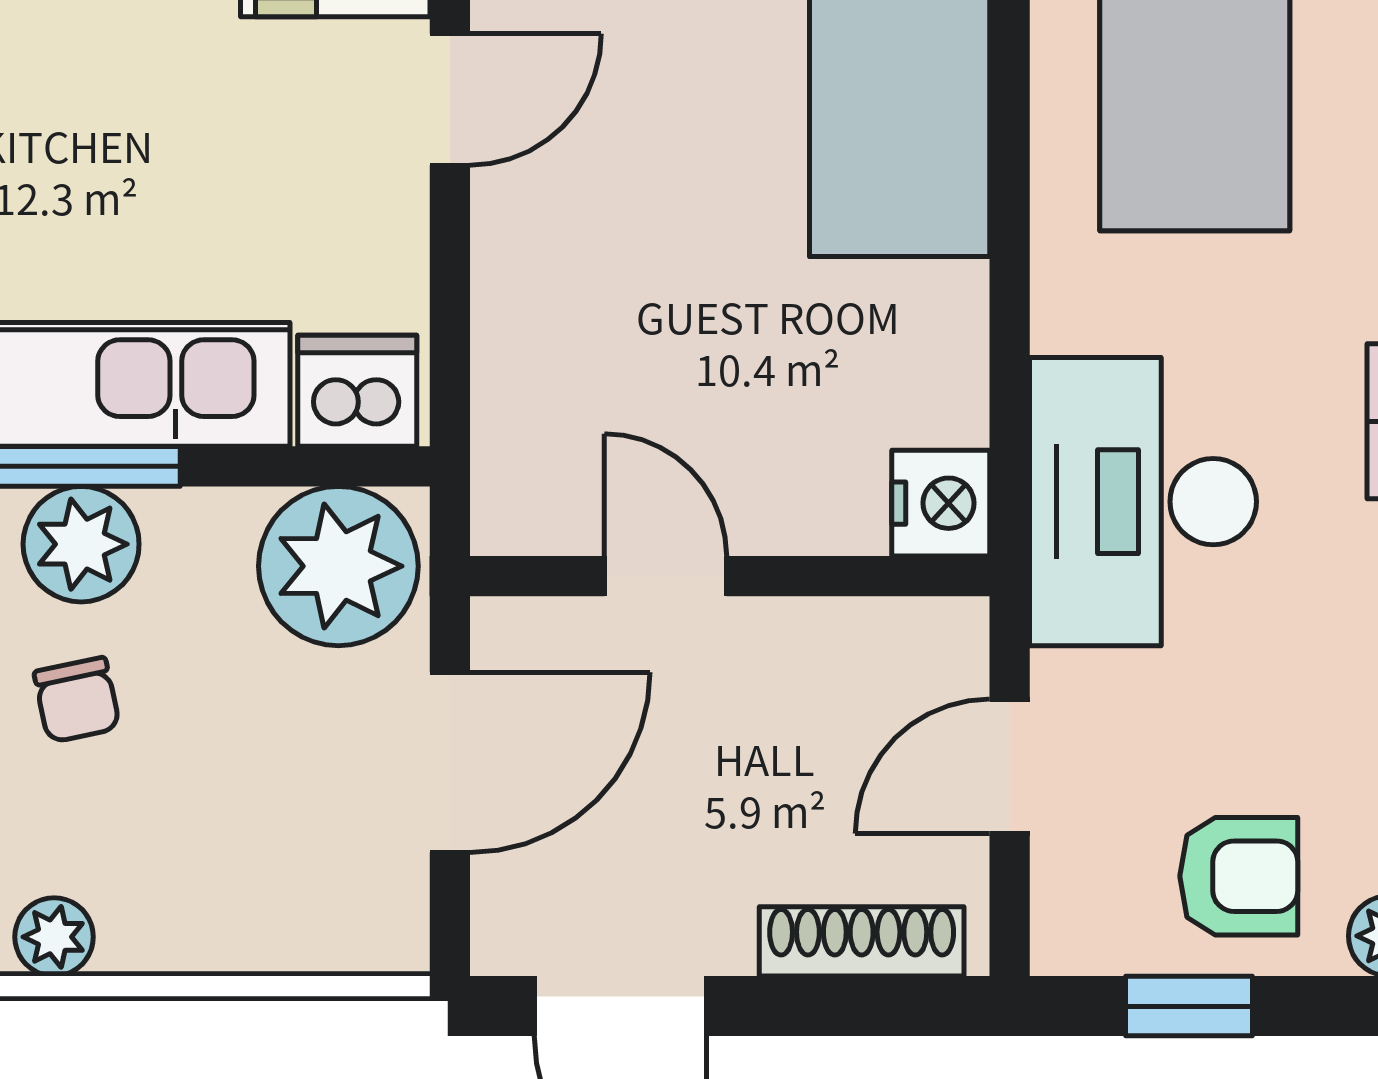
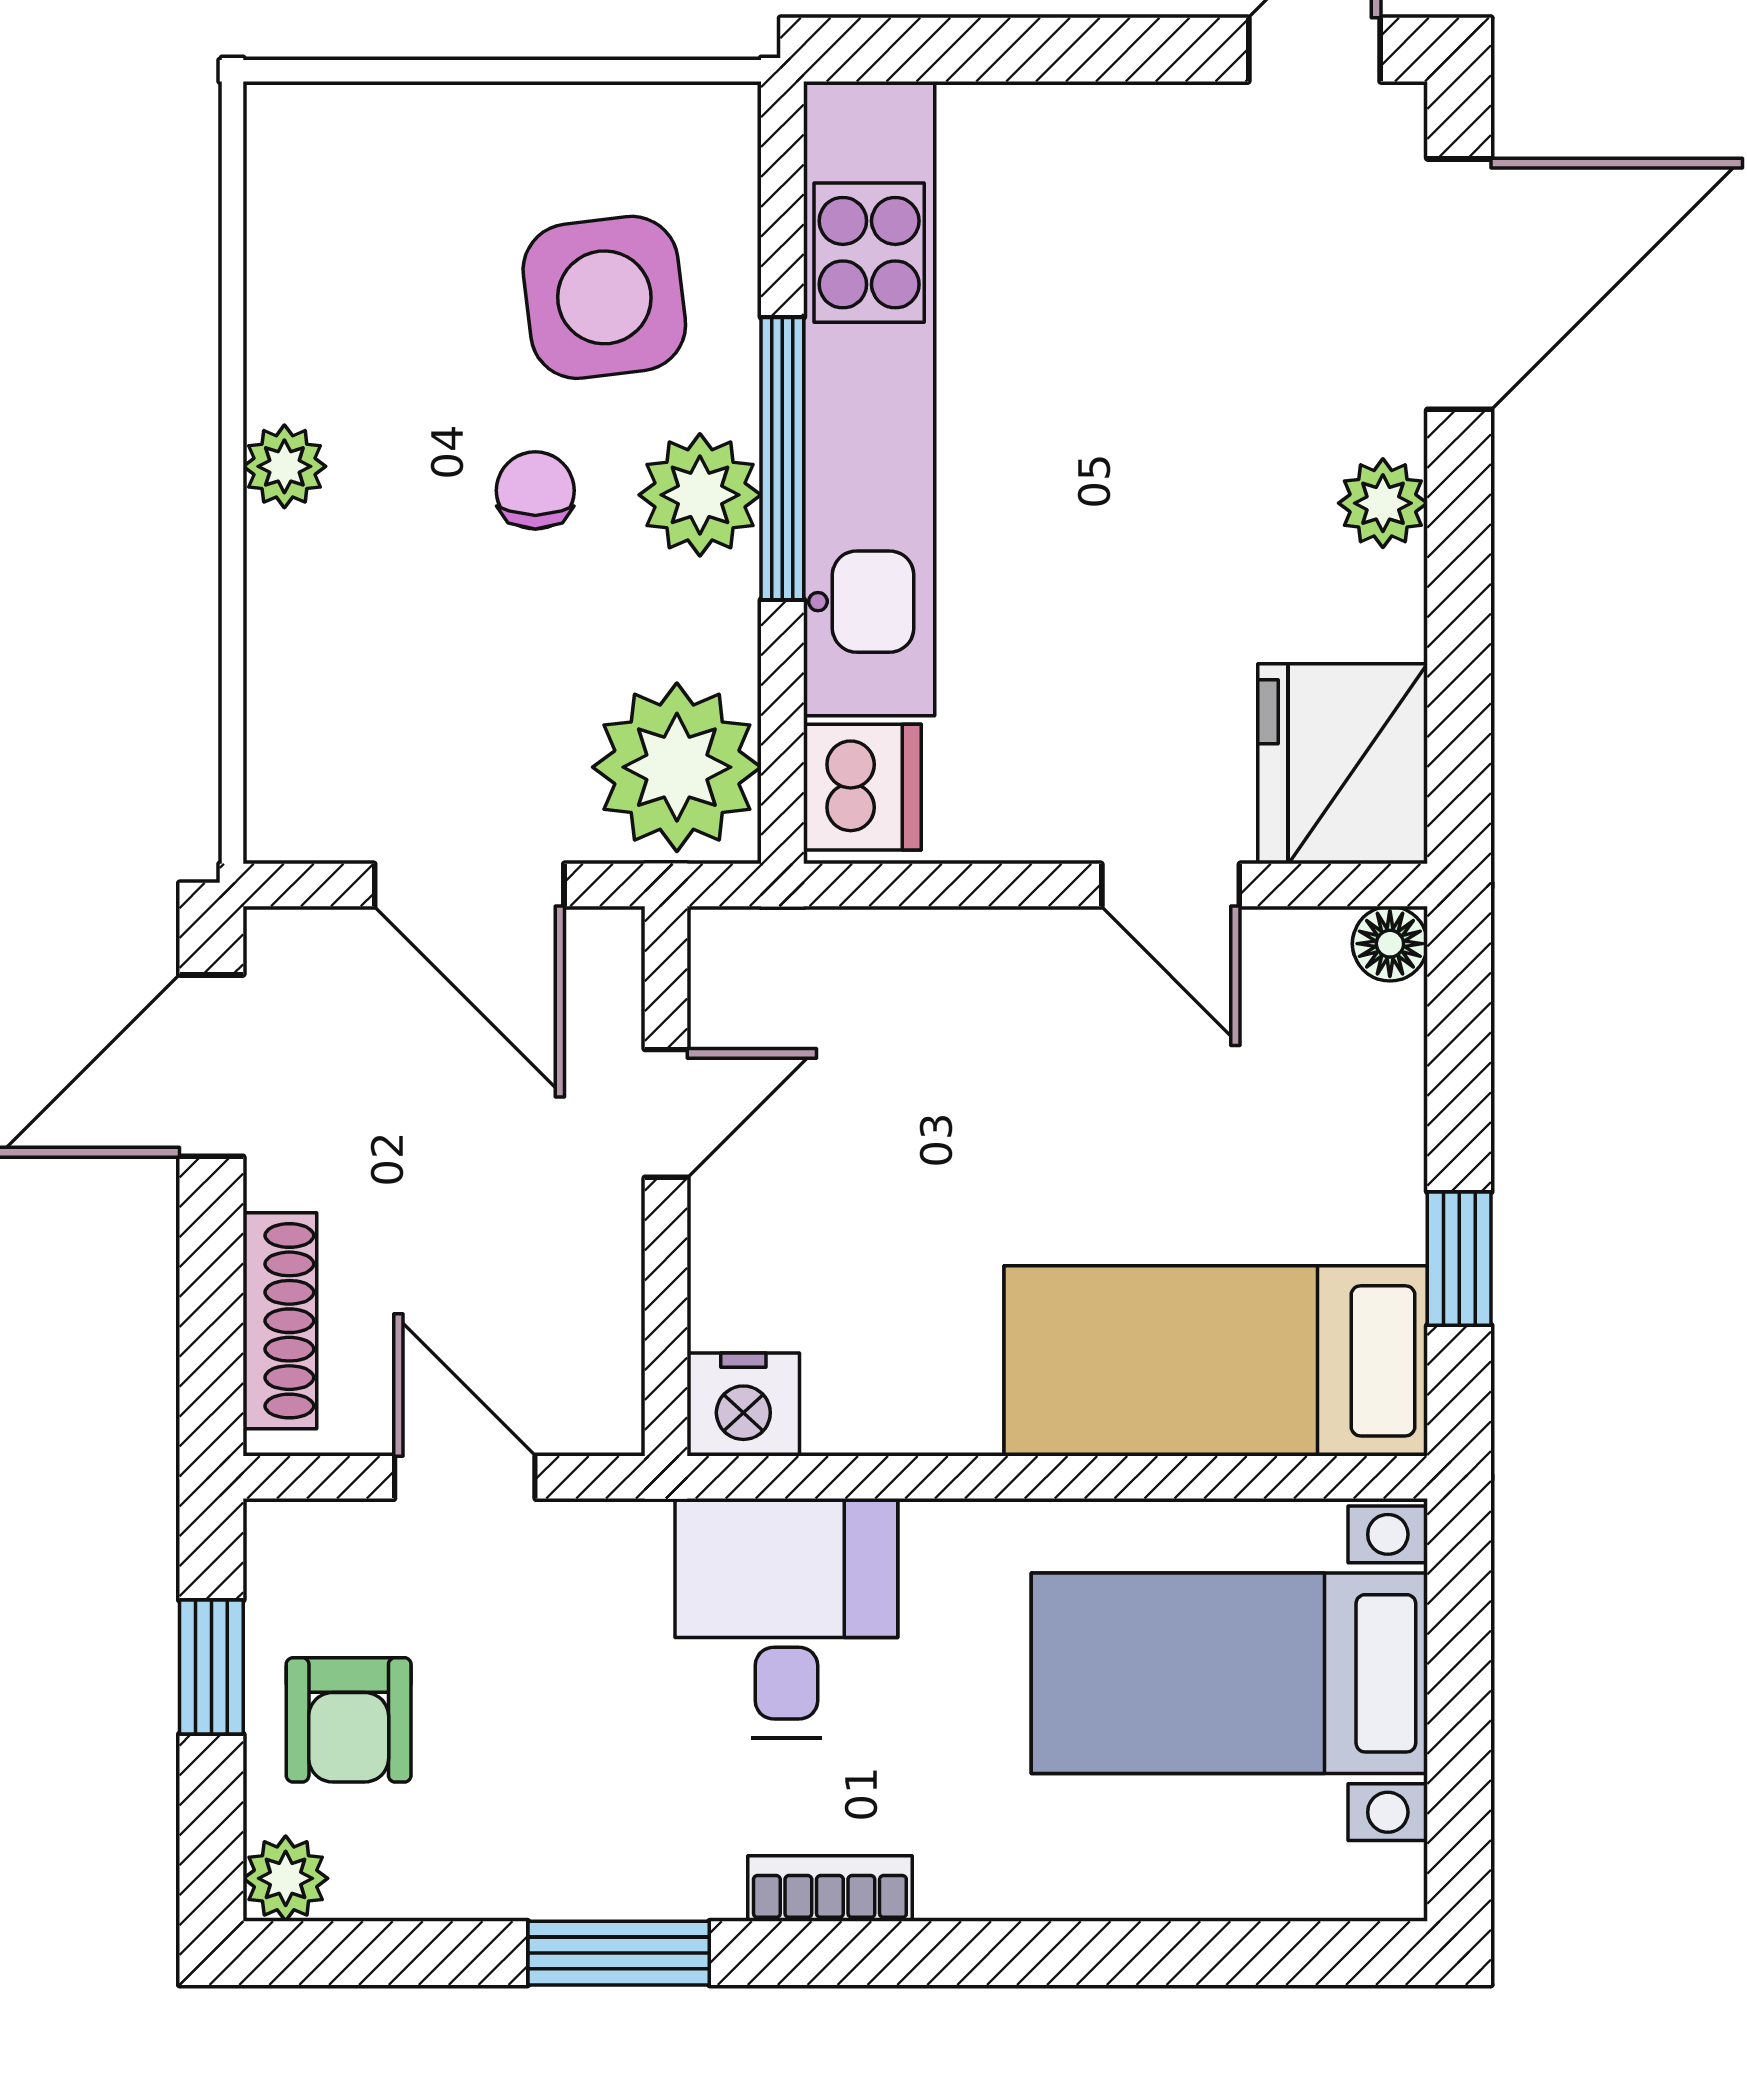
desk: (1143, 502) -> (786, 1618), width x0.73
chair: (77, 700) -> (535, 490), turned 102

